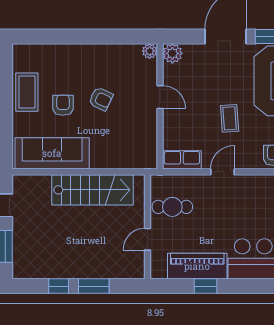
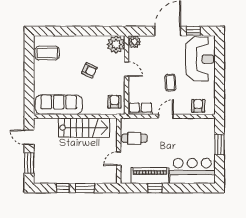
plant: (150, 51) -> (116, 44), width x1.88, depth x1.88
coffee table: (27, 92) -> (47, 53), moved, turned 90
armchair: (63, 105) -> (114, 102), moved

